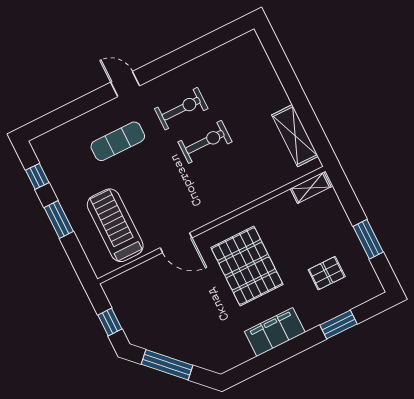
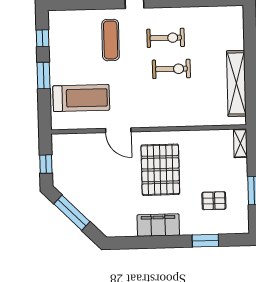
shelving: (295, 136) -> (236, 83), width x1.47
exercise mat: (118, 141) -> (111, 40), turned 90
shelving: (311, 188) -> (240, 143), moved, turned 90
treadmill: (115, 225) -> (81, 98), turned 90

